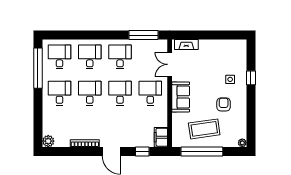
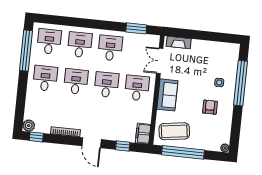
window: (143, 35) -> (136, 28), width x0.69
window: (251, 78) -> (240, 83), width x3.17
coffee table: (204, 129) -> (174, 131), moved
window: (57, 151) -> (36, 137), added

